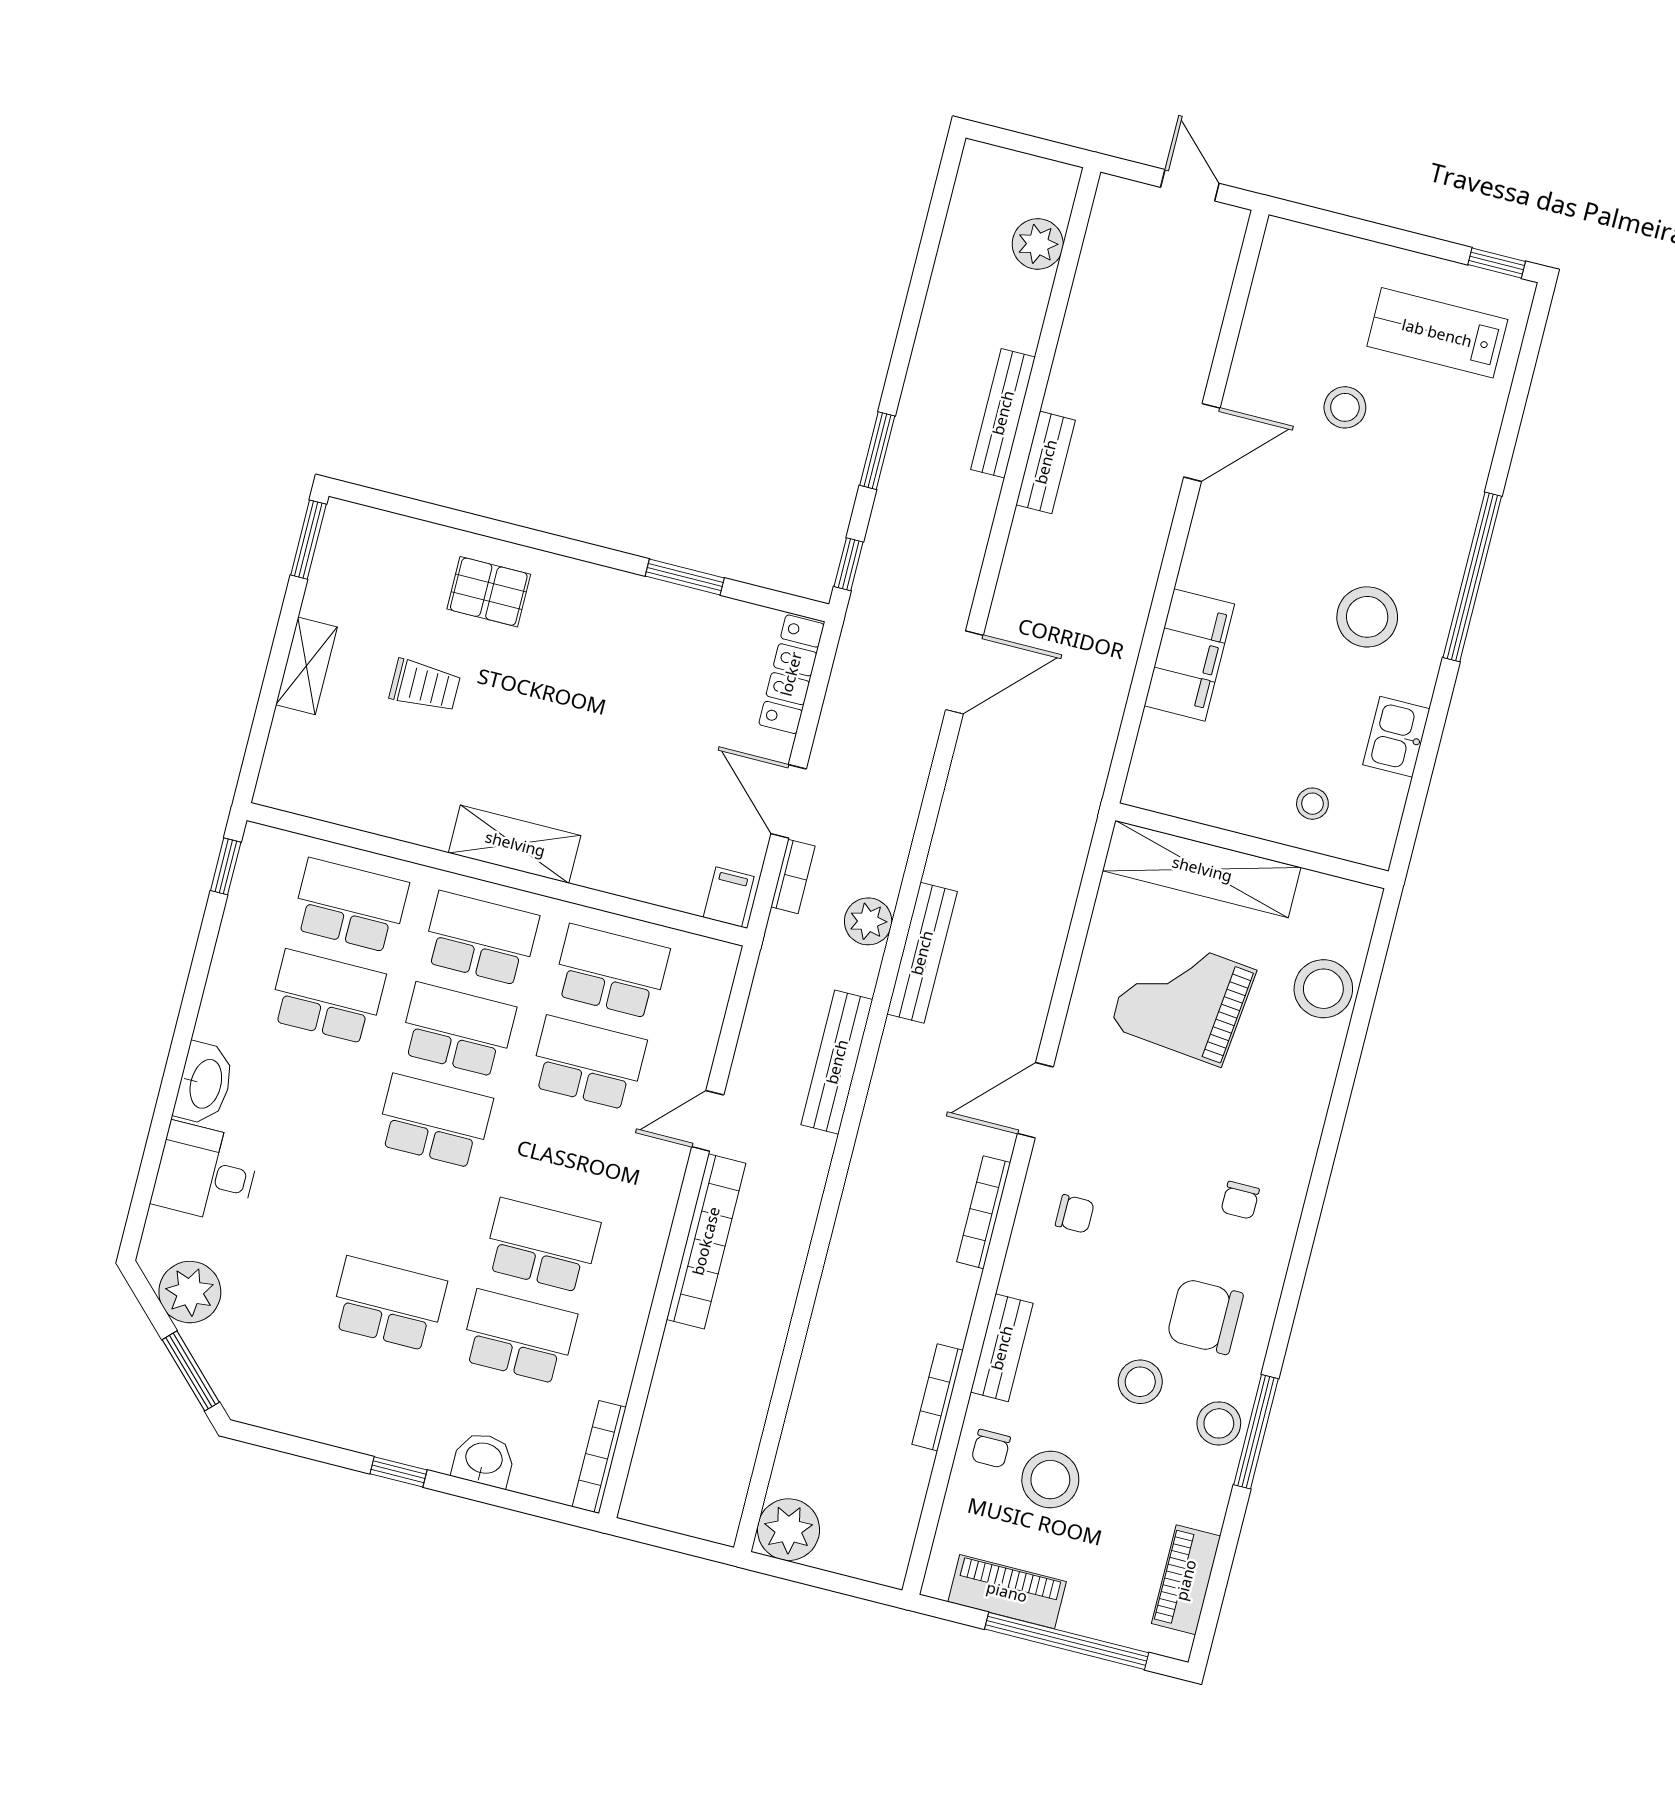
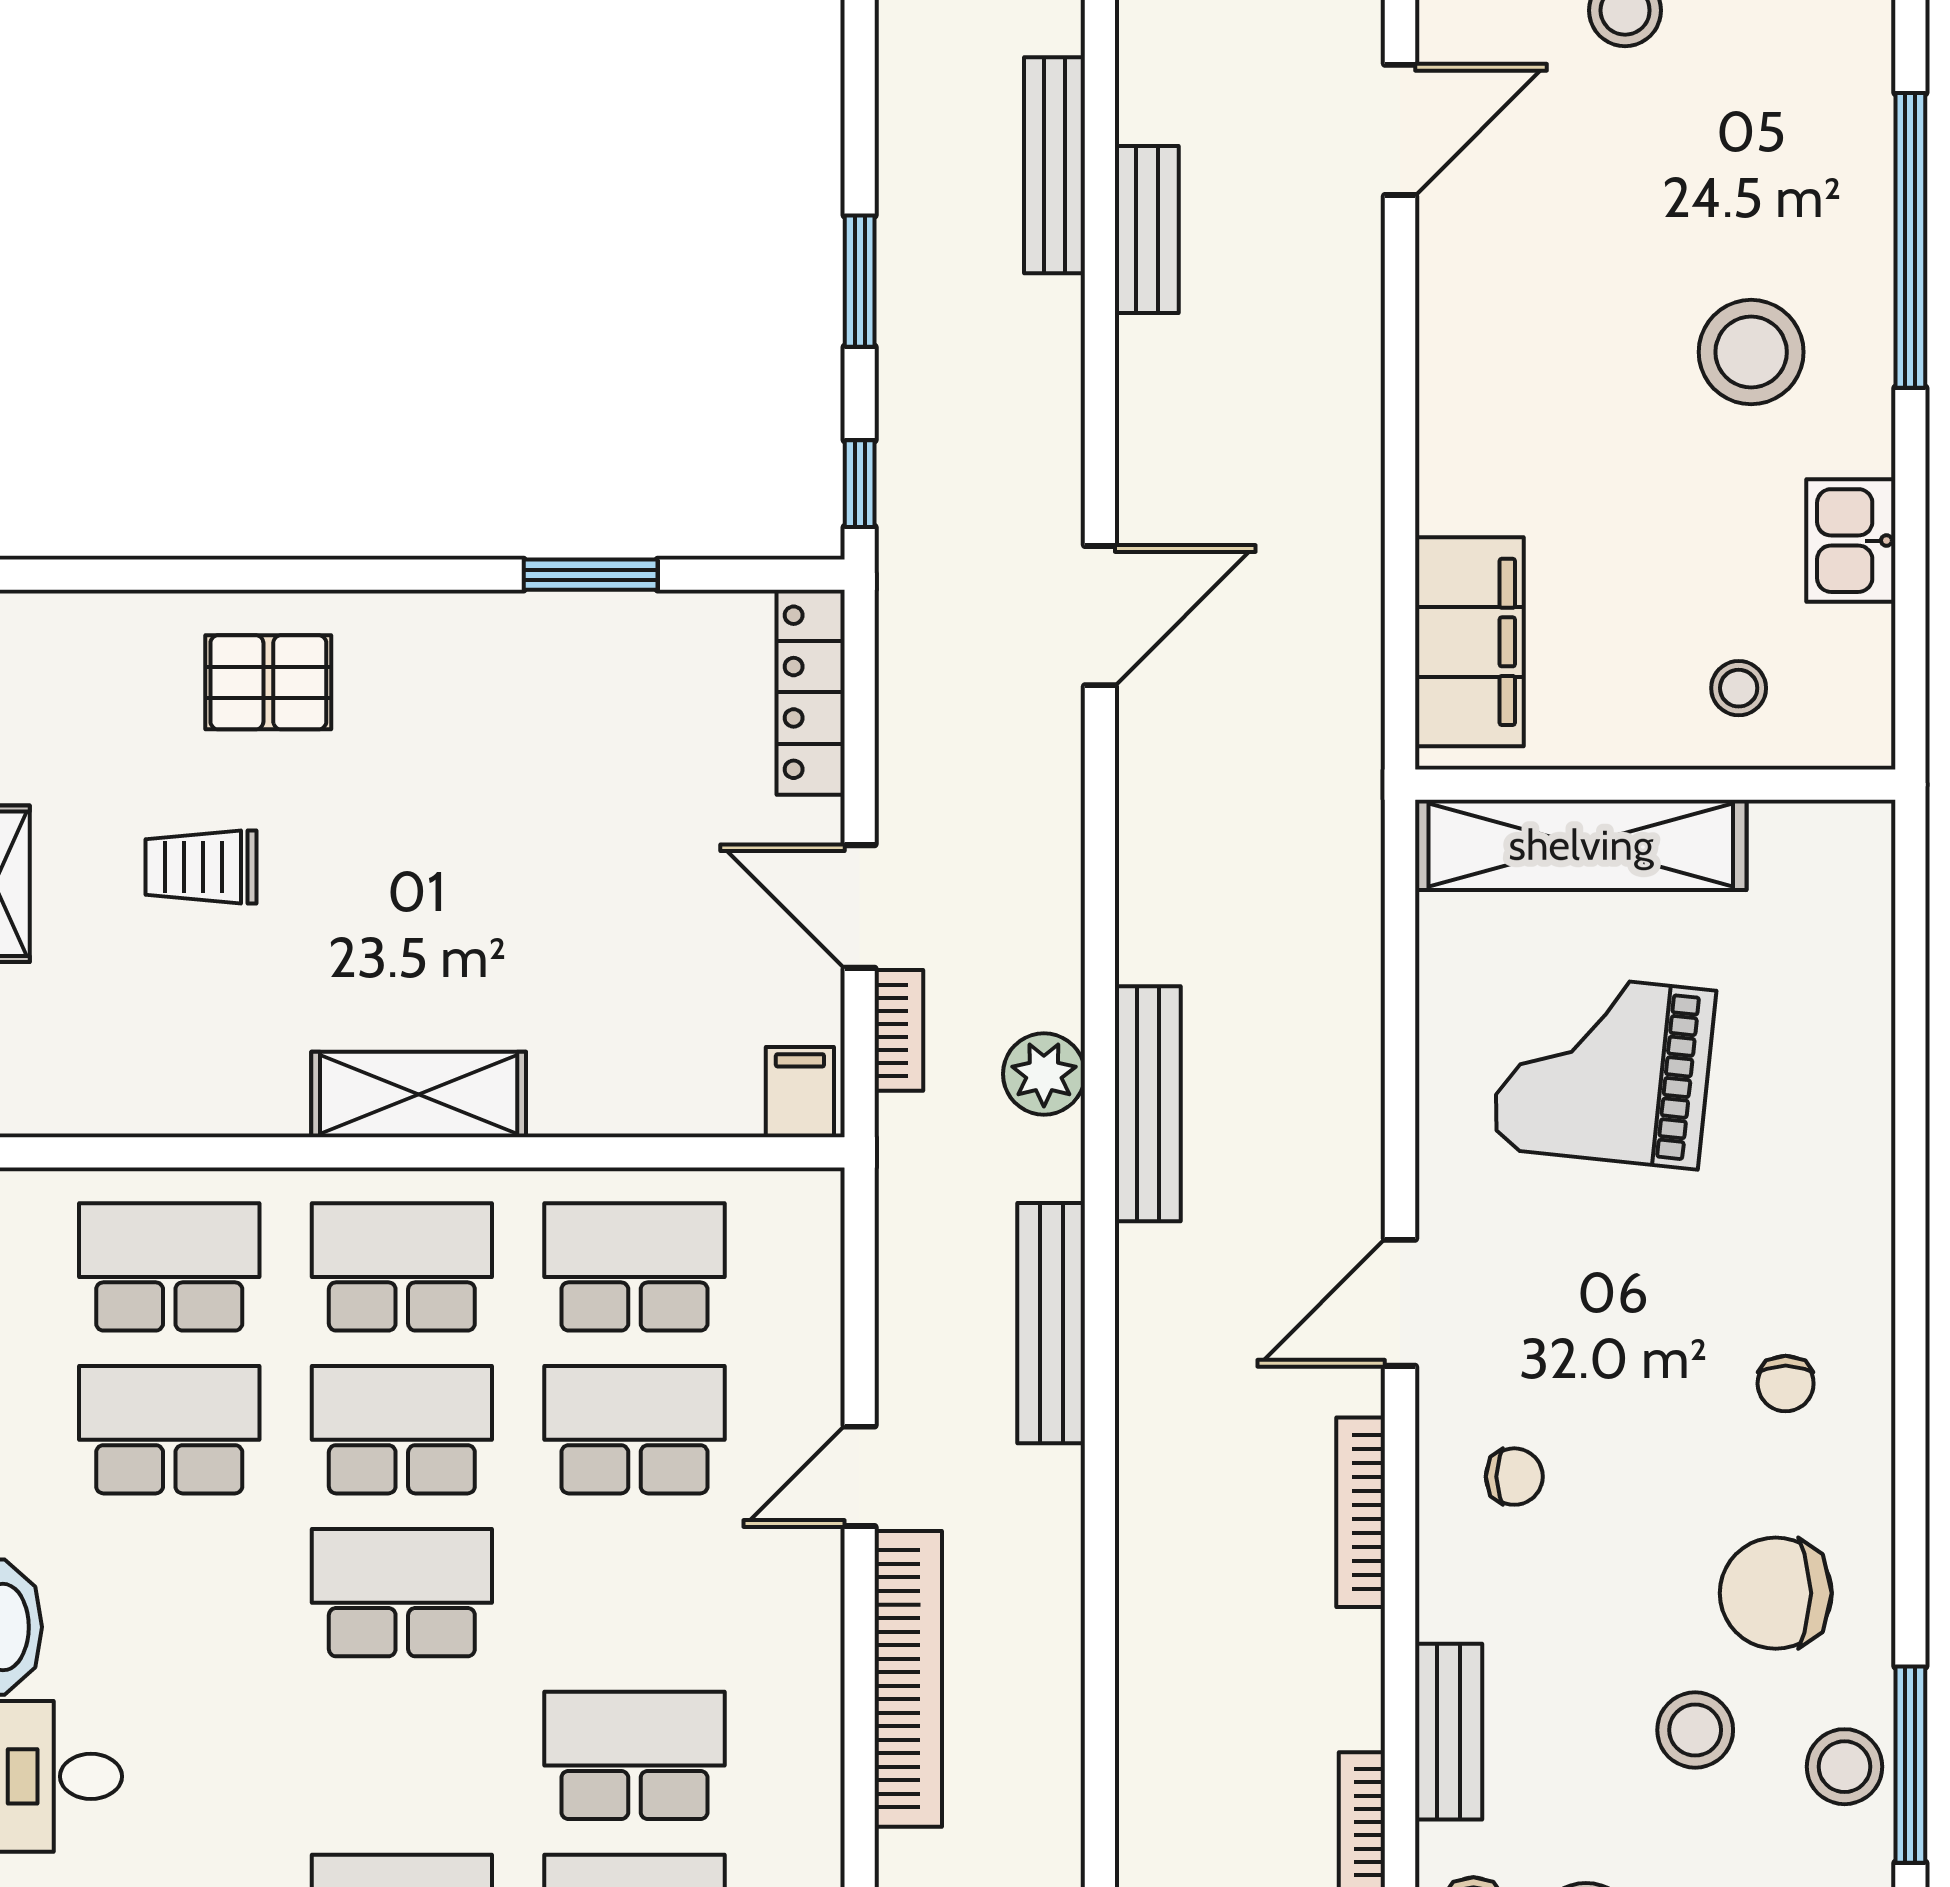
filing cabinet: (1189, 655) -> (1469, 642), moved
trolley: (425, 686) -> (201, 867), turned 180
stool: (1323, 989) -> (1835, 994), removed

